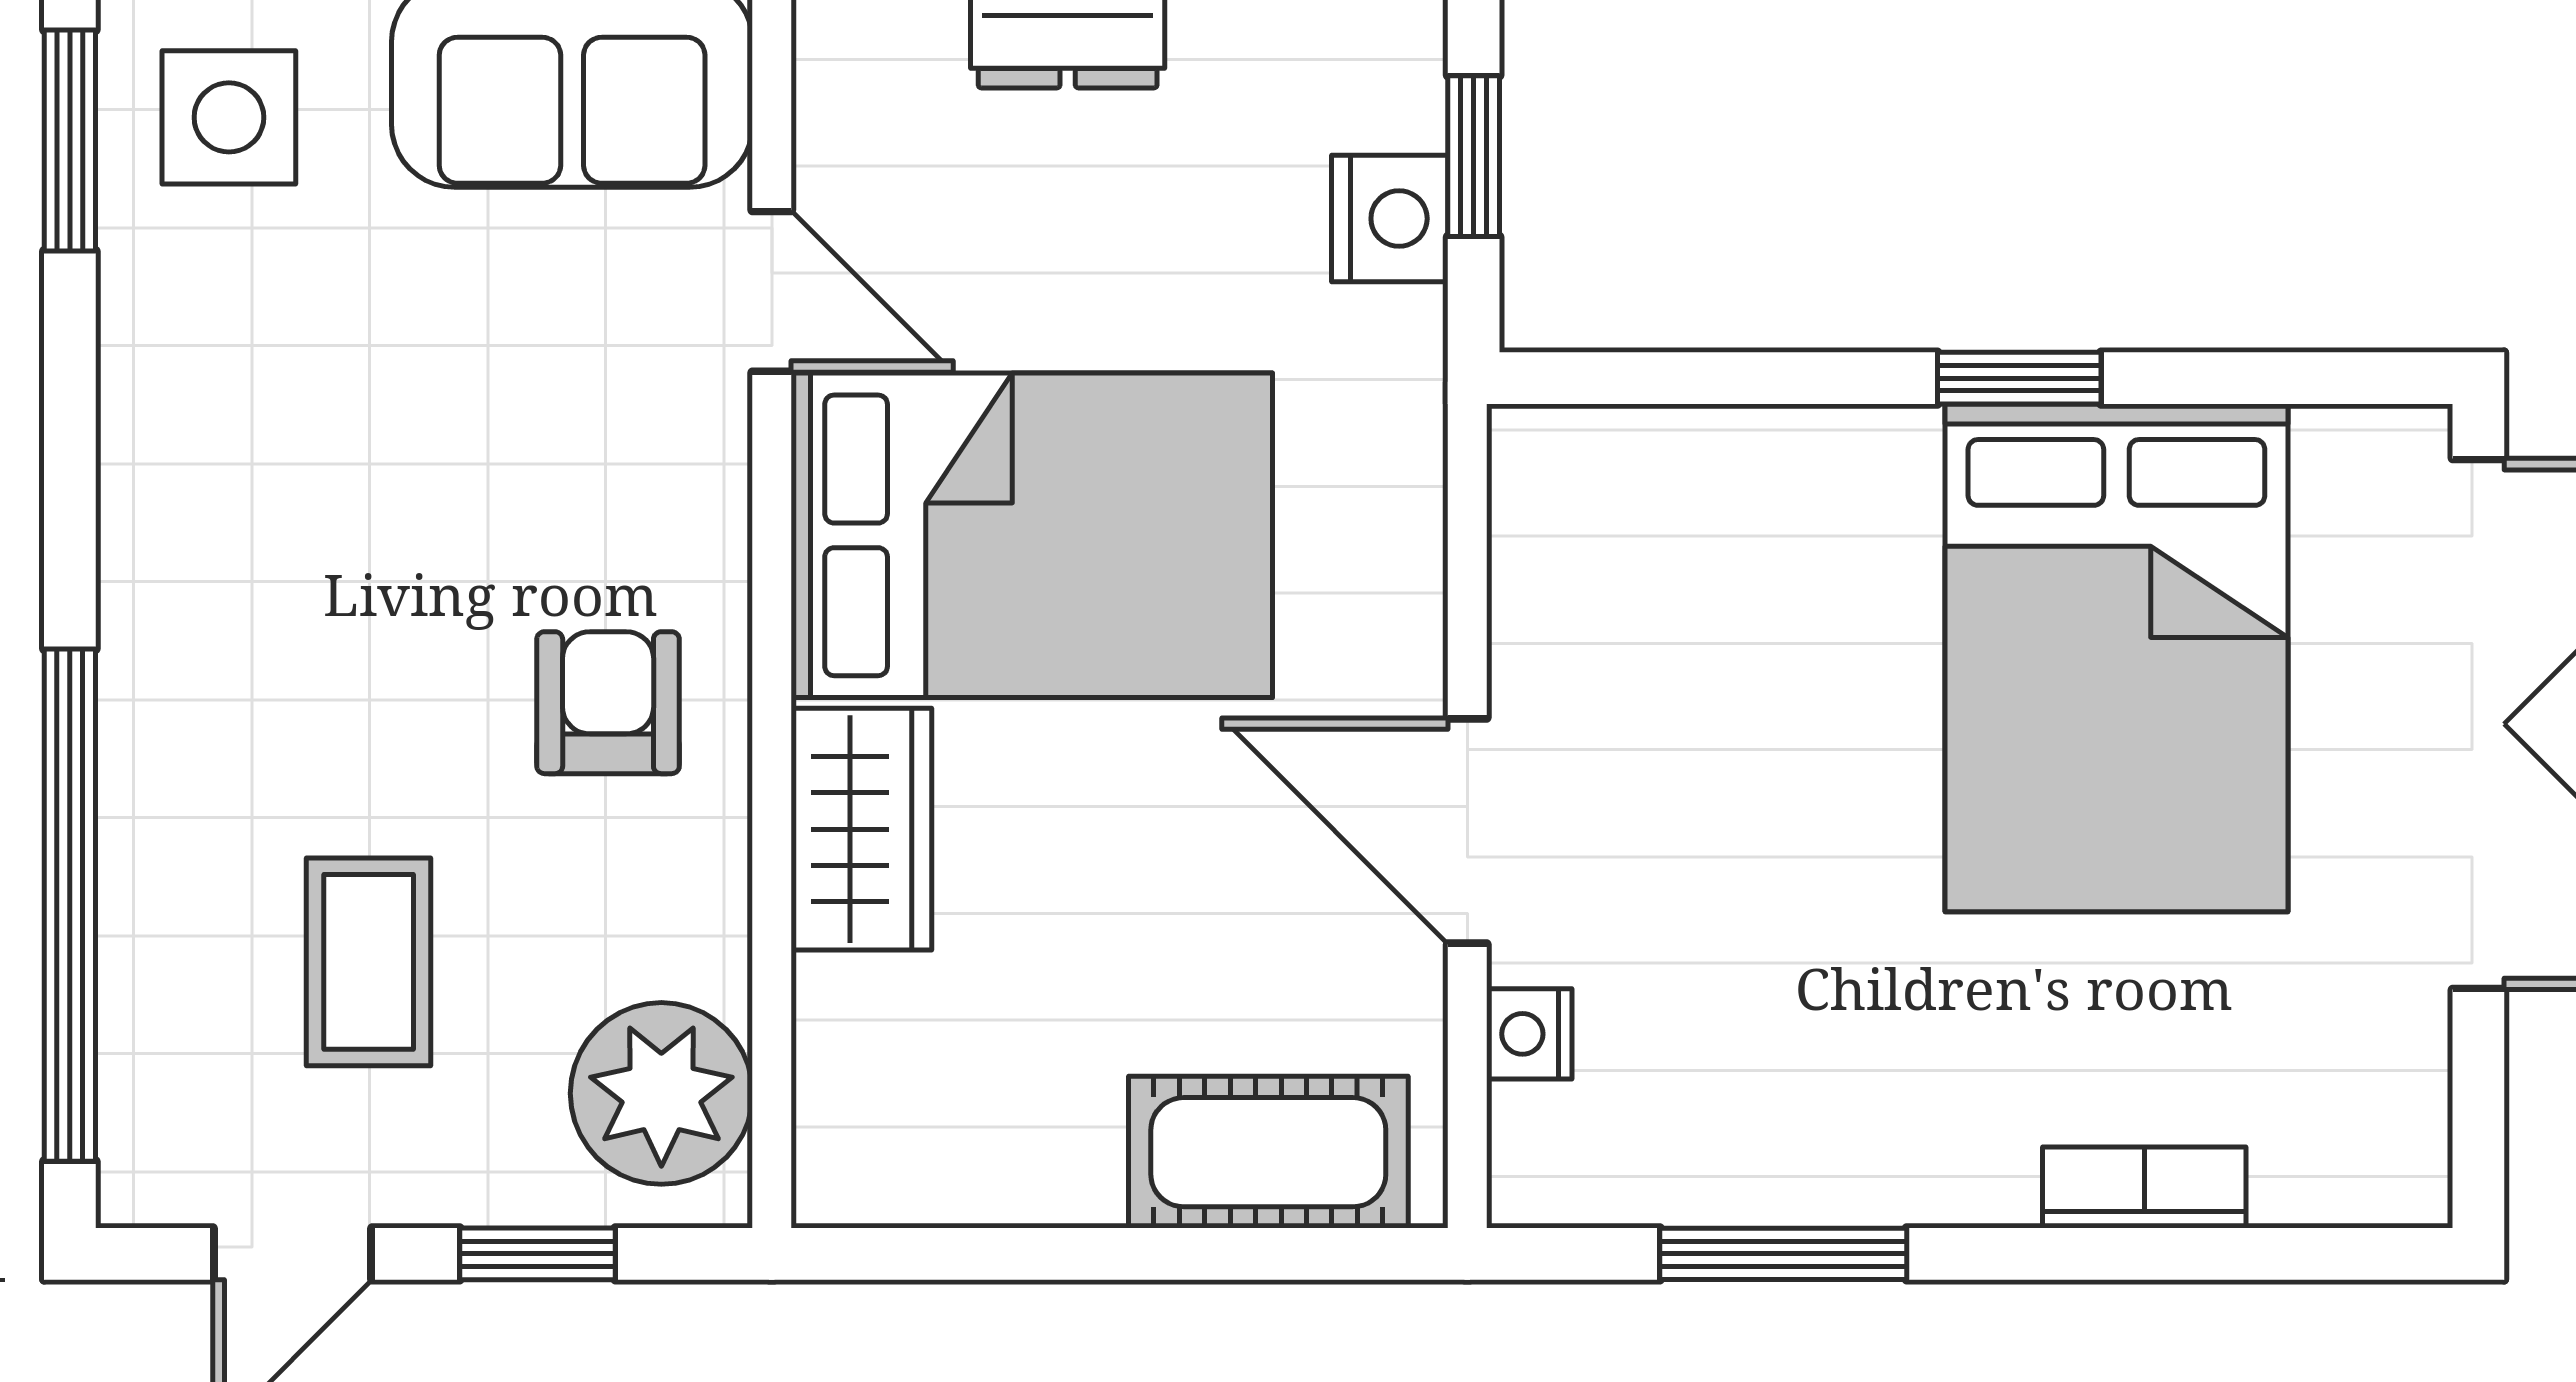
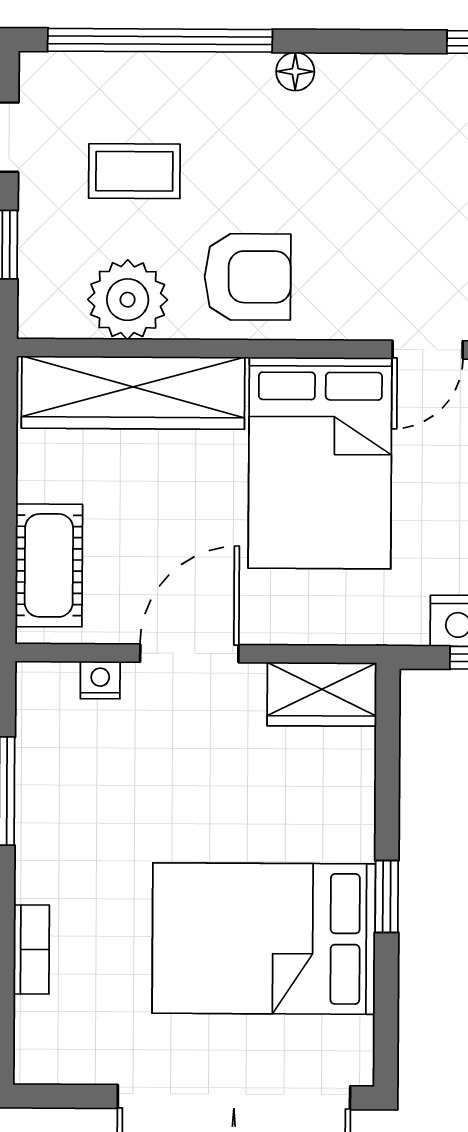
wardrobe: (1559, 528) -> (322, 694), added
floor lamp: (139, 596) -> (295, 72), added
armchair: (608, 703) -> (248, 277), width x1.38, depth x1.38
wardrobe: (861, 829) -> (133, 393), width x2.10, depth x1.17
plant: (661, 1093) -> (128, 300), moved

